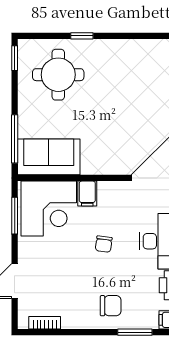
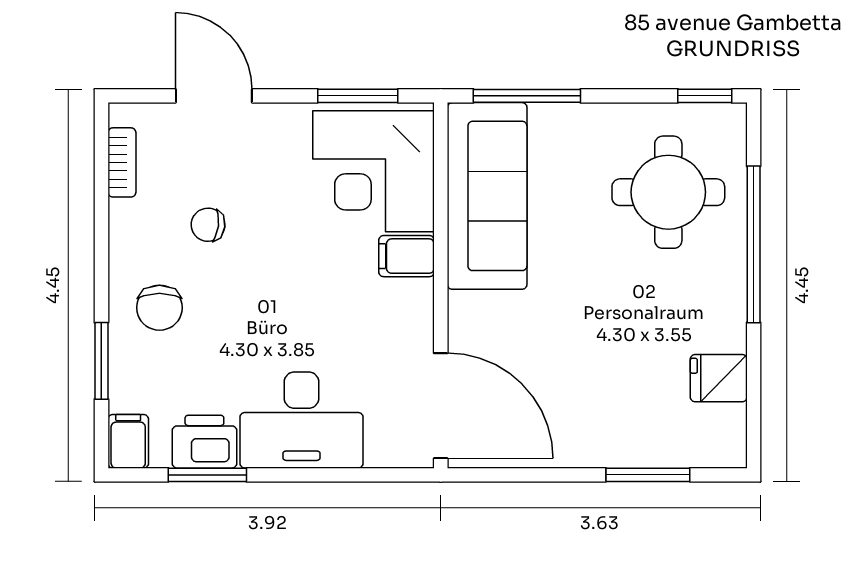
window: (82, 36) -> (754, 244), width x3.17
fridge: (143, 52) -> (719, 378), added
sofa: (49, 157) -> (487, 196), width x1.36
chair: (104, 244) -> (208, 225), moved

